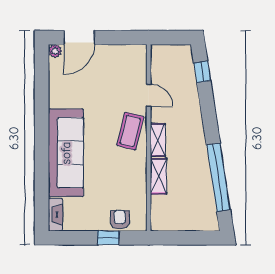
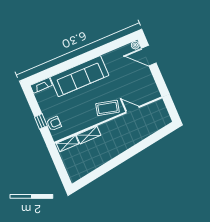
window: (202, 72) -> (159, 135), removed
door: (149, 95) -> (133, 110), swing flipped
shelving: (158, 140) -> (68, 144), moved
window: (218, 177) -> (102, 170), removed

